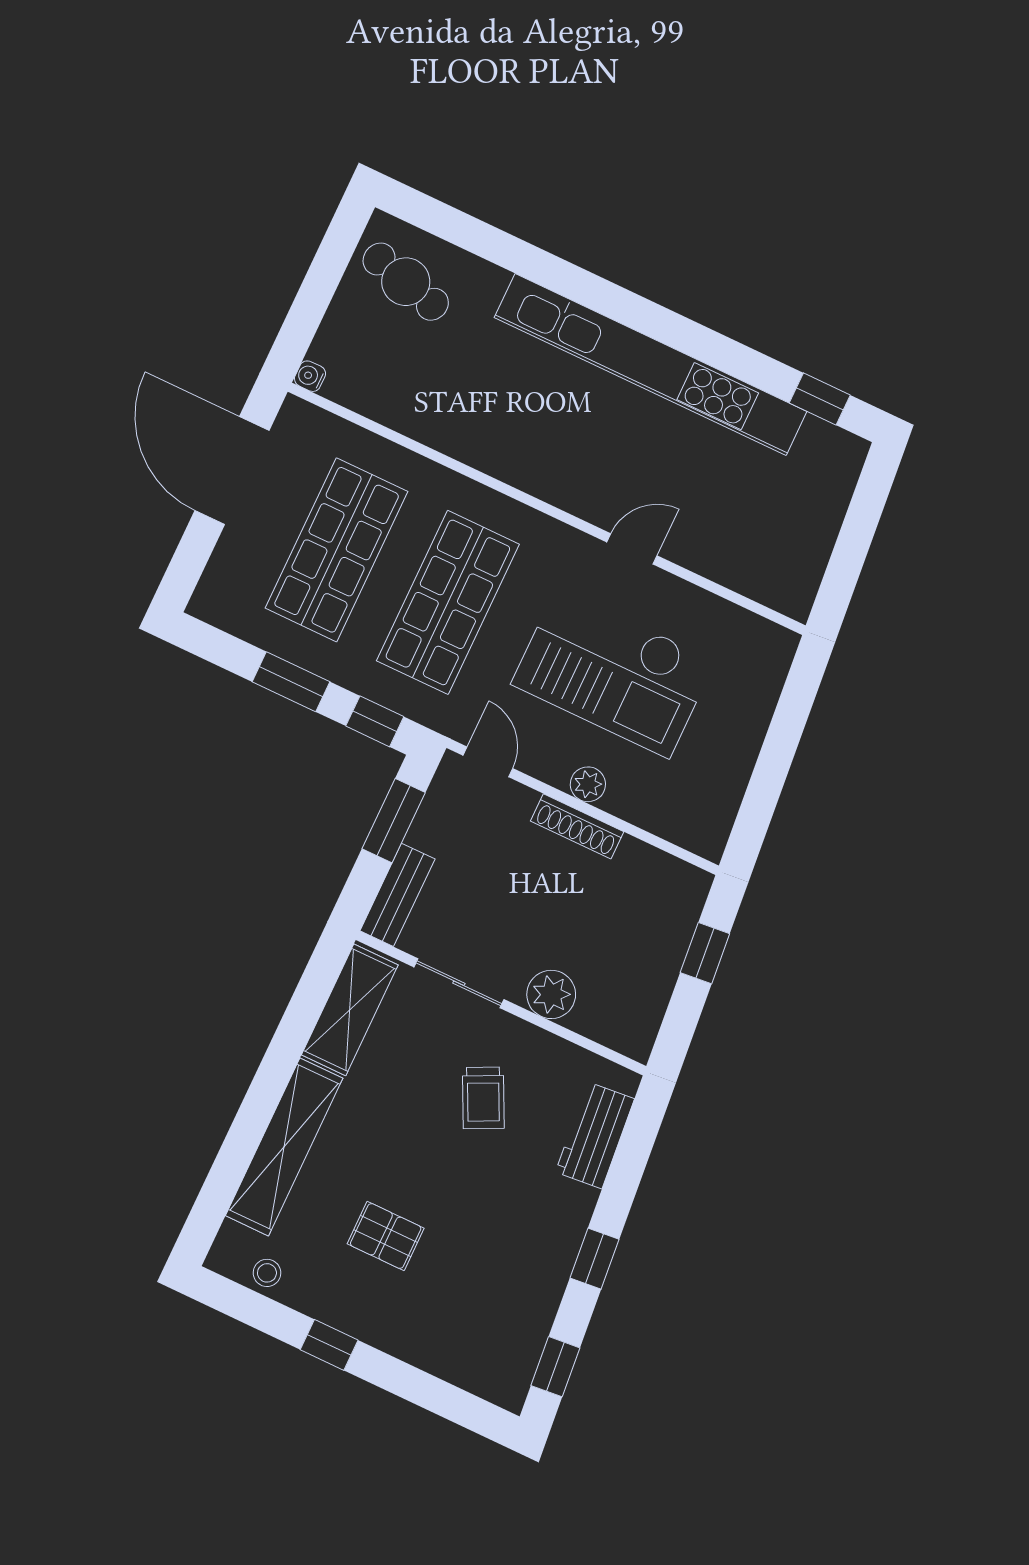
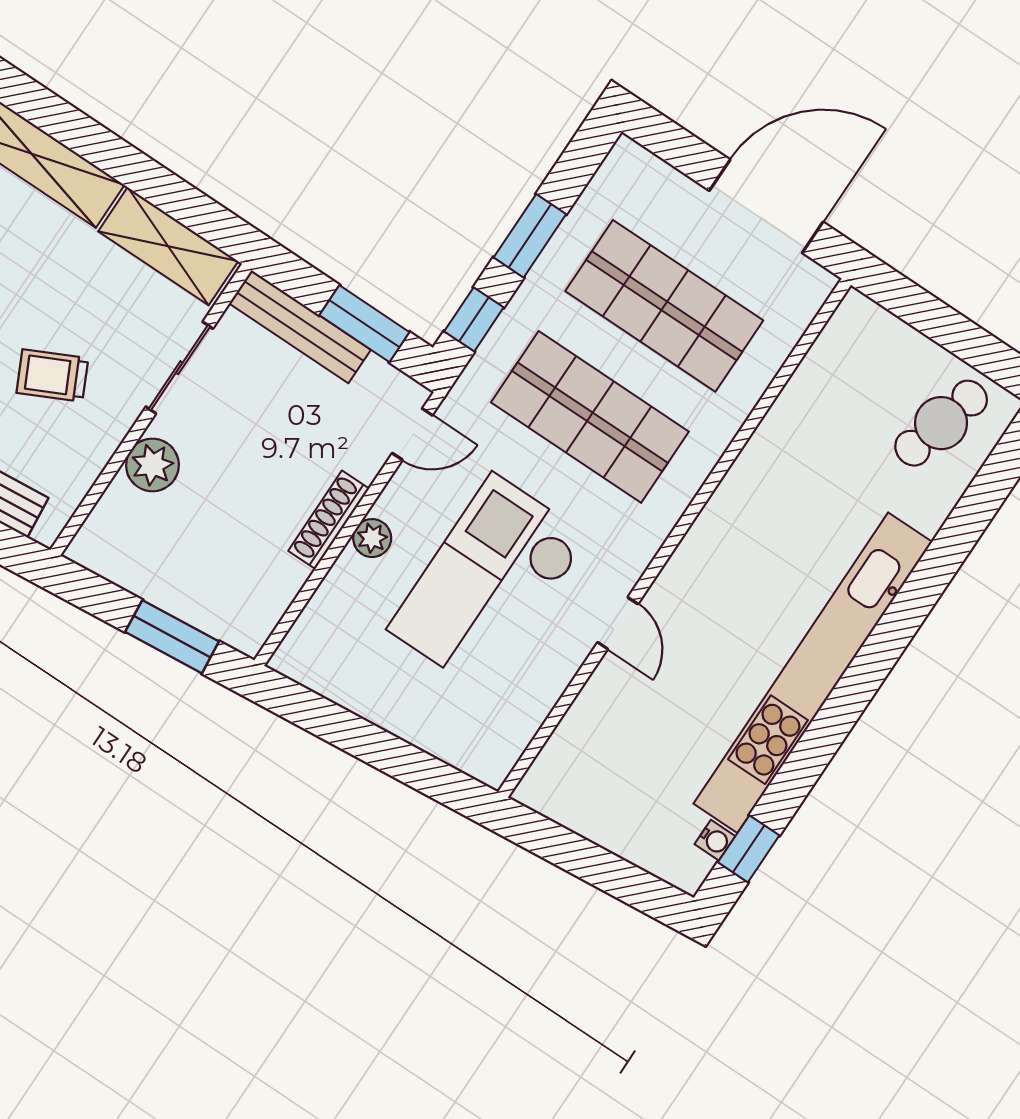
water cooler: (310, 376) -> (715, 840), moved, turned 90
bench: (397, 895) -> (300, 327), width x1.36
window: (705, 953) -> (172, 637), width x1.50

